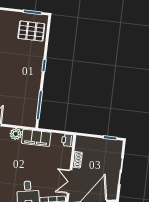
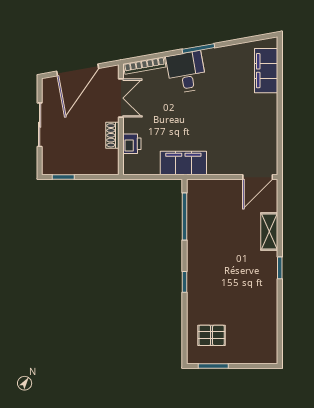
pallet: (31, 31) -> (212, 335), width x0.67, depth x0.71
plant: (16, 134) -> (217, 165), removed
printer: (68, 140) -> (132, 144), moved

